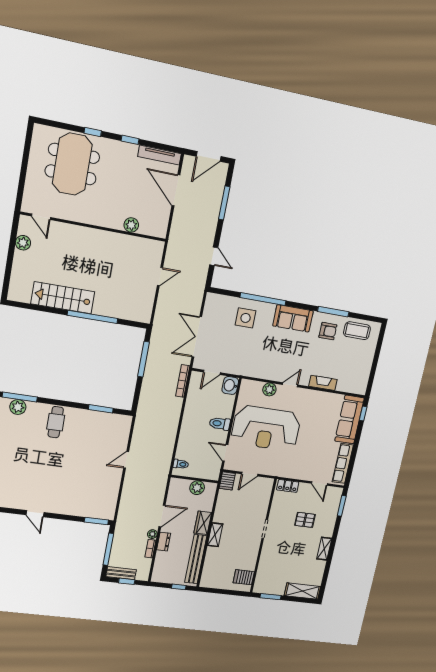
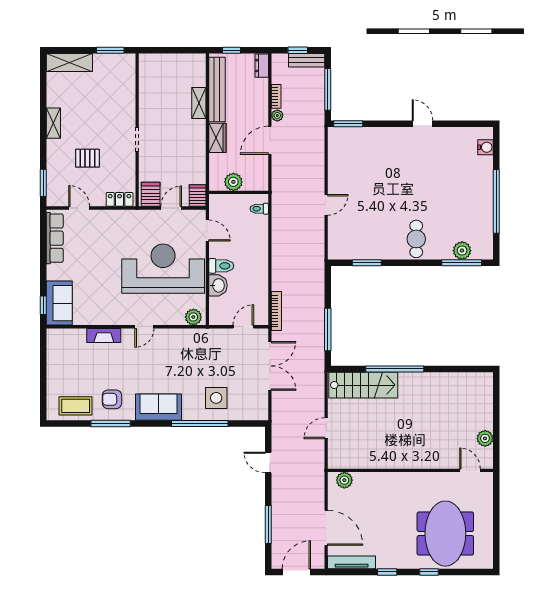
plant: (131, 225) -> (344, 480), moved
stairs: (63, 298) -> (363, 385), moved
washbasin: (230, 385) -> (218, 285), moved
plant: (269, 389) -> (193, 317), moved
sofa: (349, 420) -> (59, 303), width x0.73
shelving: (215, 535) -> (199, 103), moved
dresser: (164, 542) -> (262, 66), moved
server rack: (244, 577) -> (151, 194), moved, turned -90

